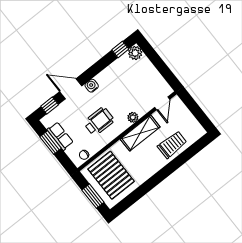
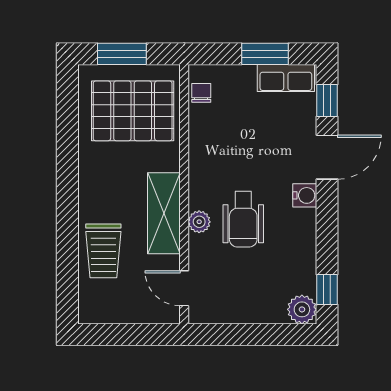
wheelchair: (99, 121) -> (243, 219), moved
row of seats: (60, 136) -> (286, 78), moved

